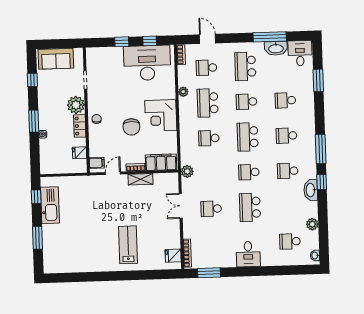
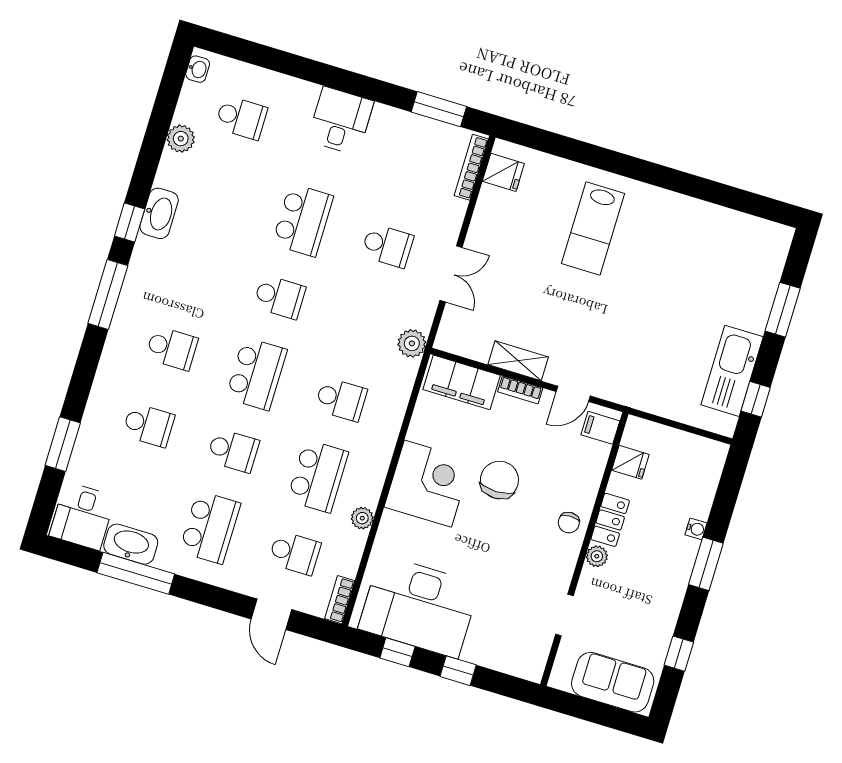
plant: (76, 105) -> (597, 556), width x0.53, depth x0.53
school desk: (288, 171) -> (195, 271), removed

